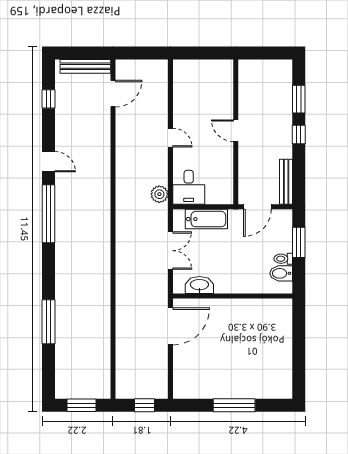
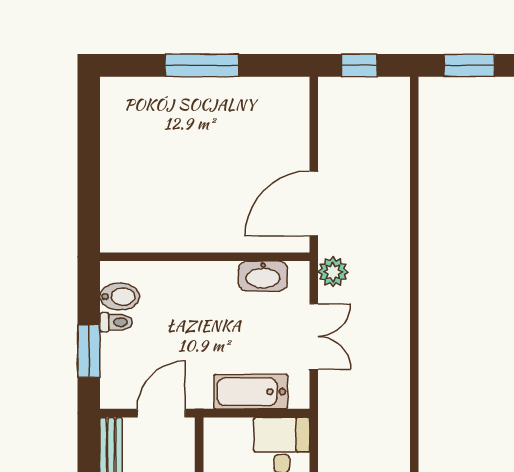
plant: (159, 194) -> (333, 272), moved
double door: (170, 251) -> (314, 336), swing flipped

